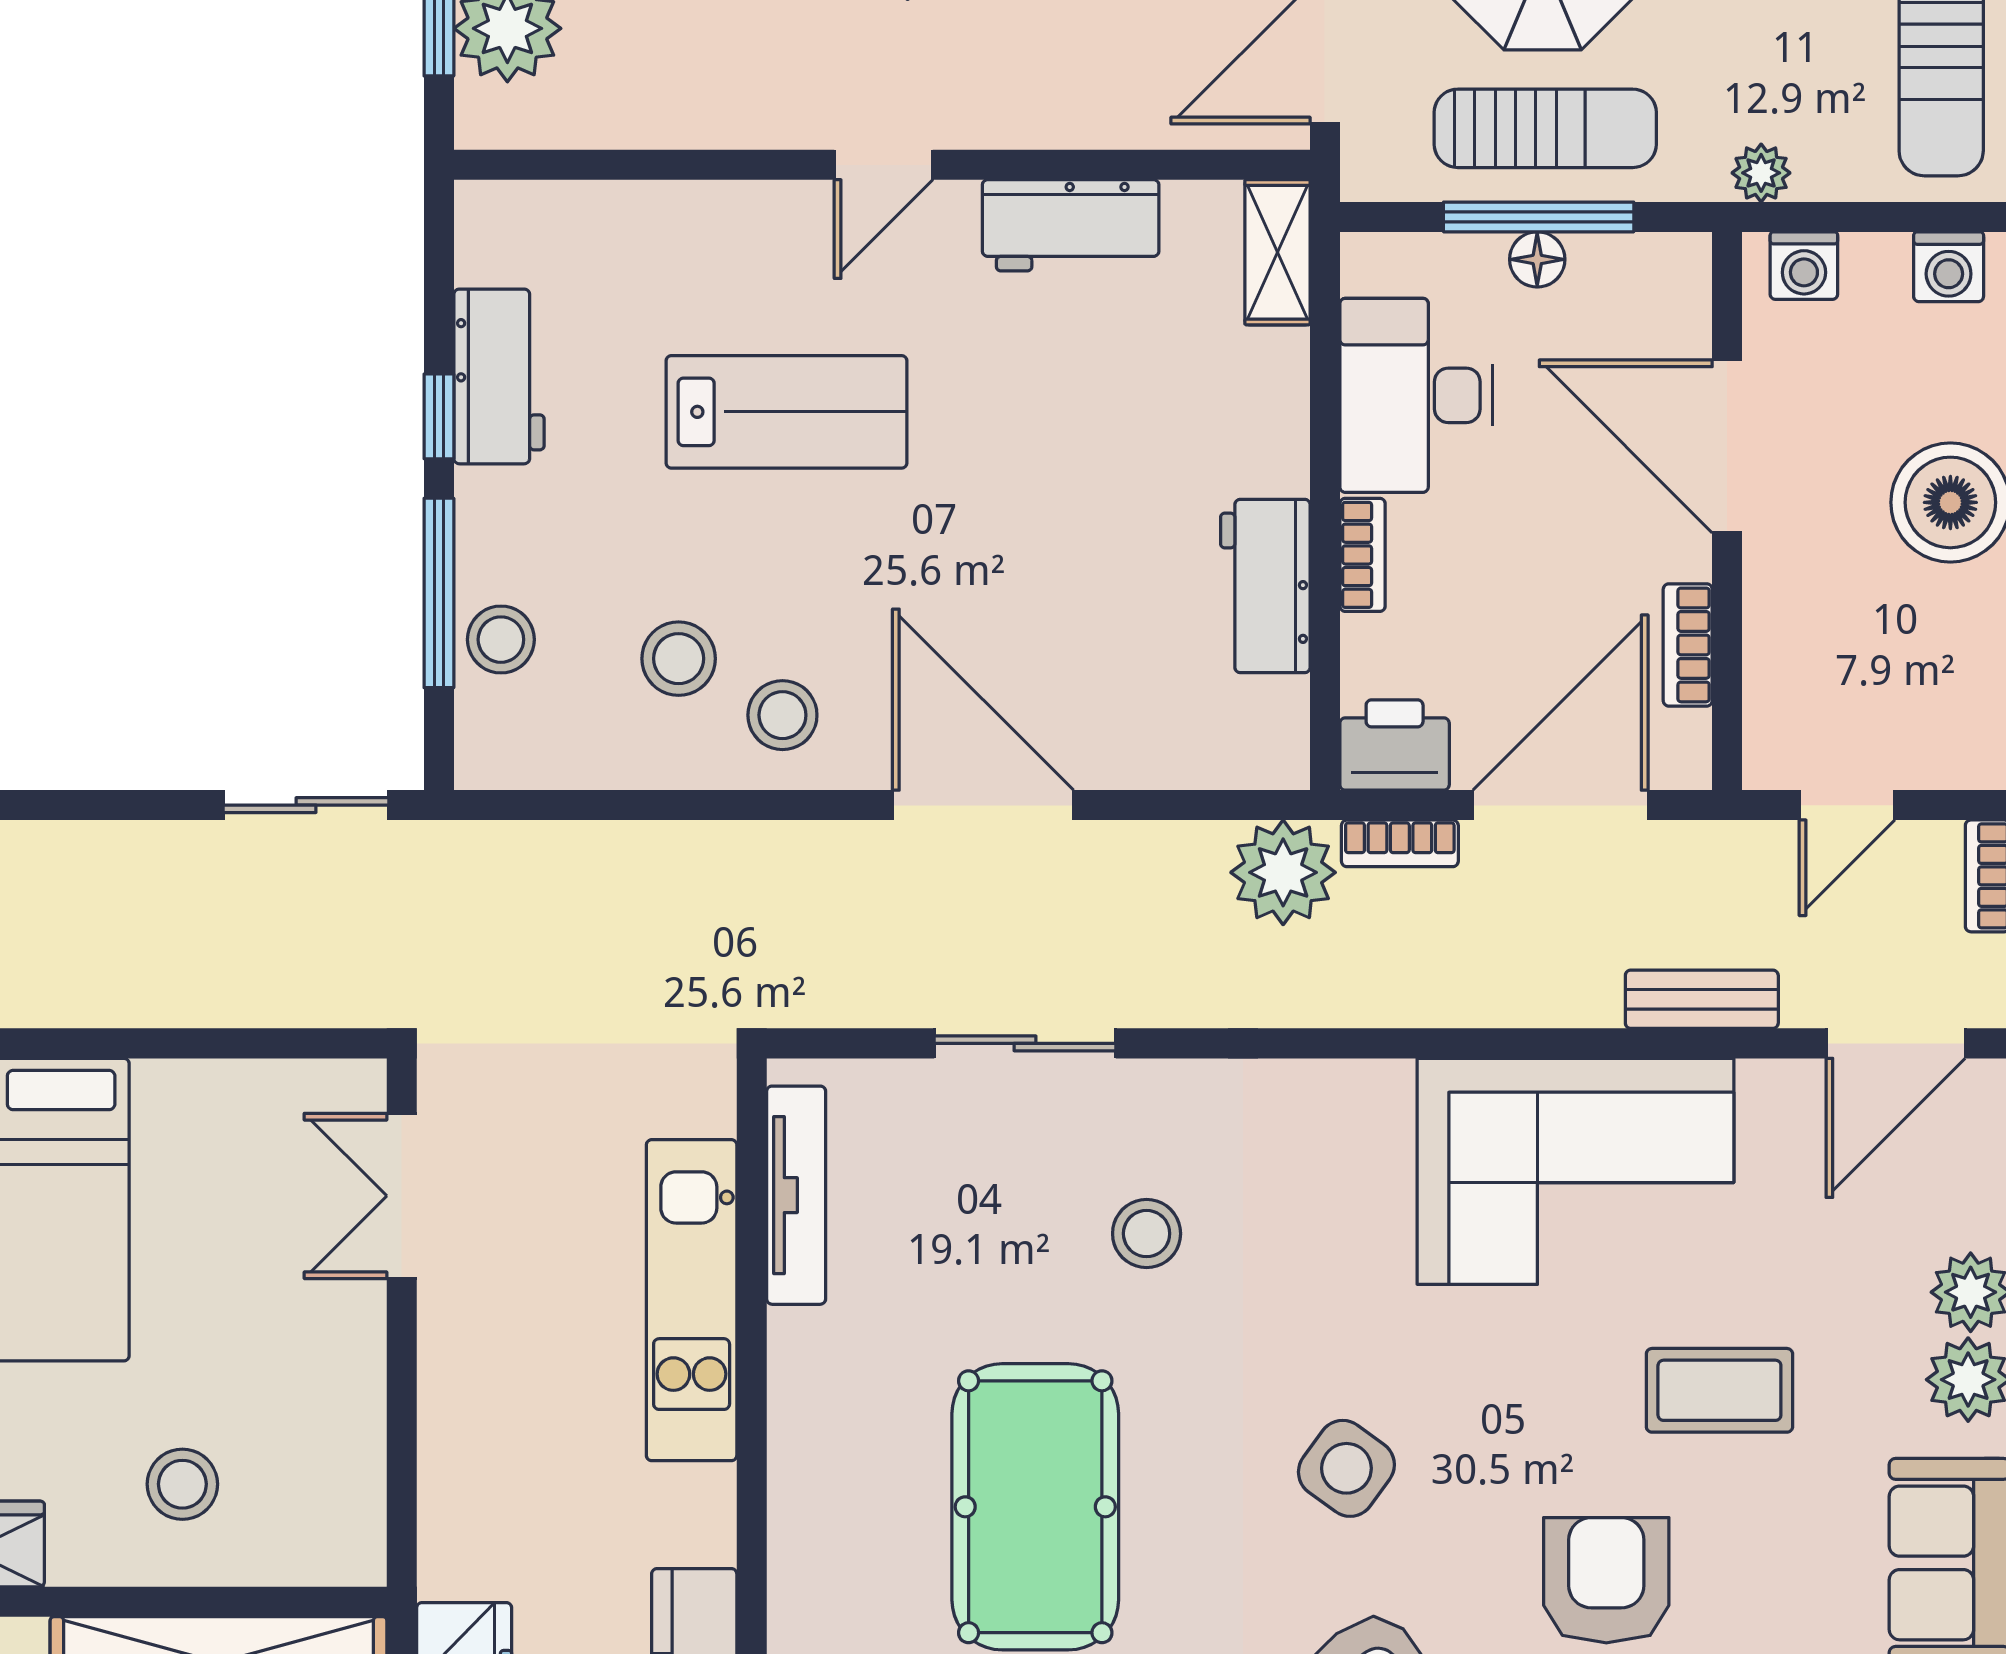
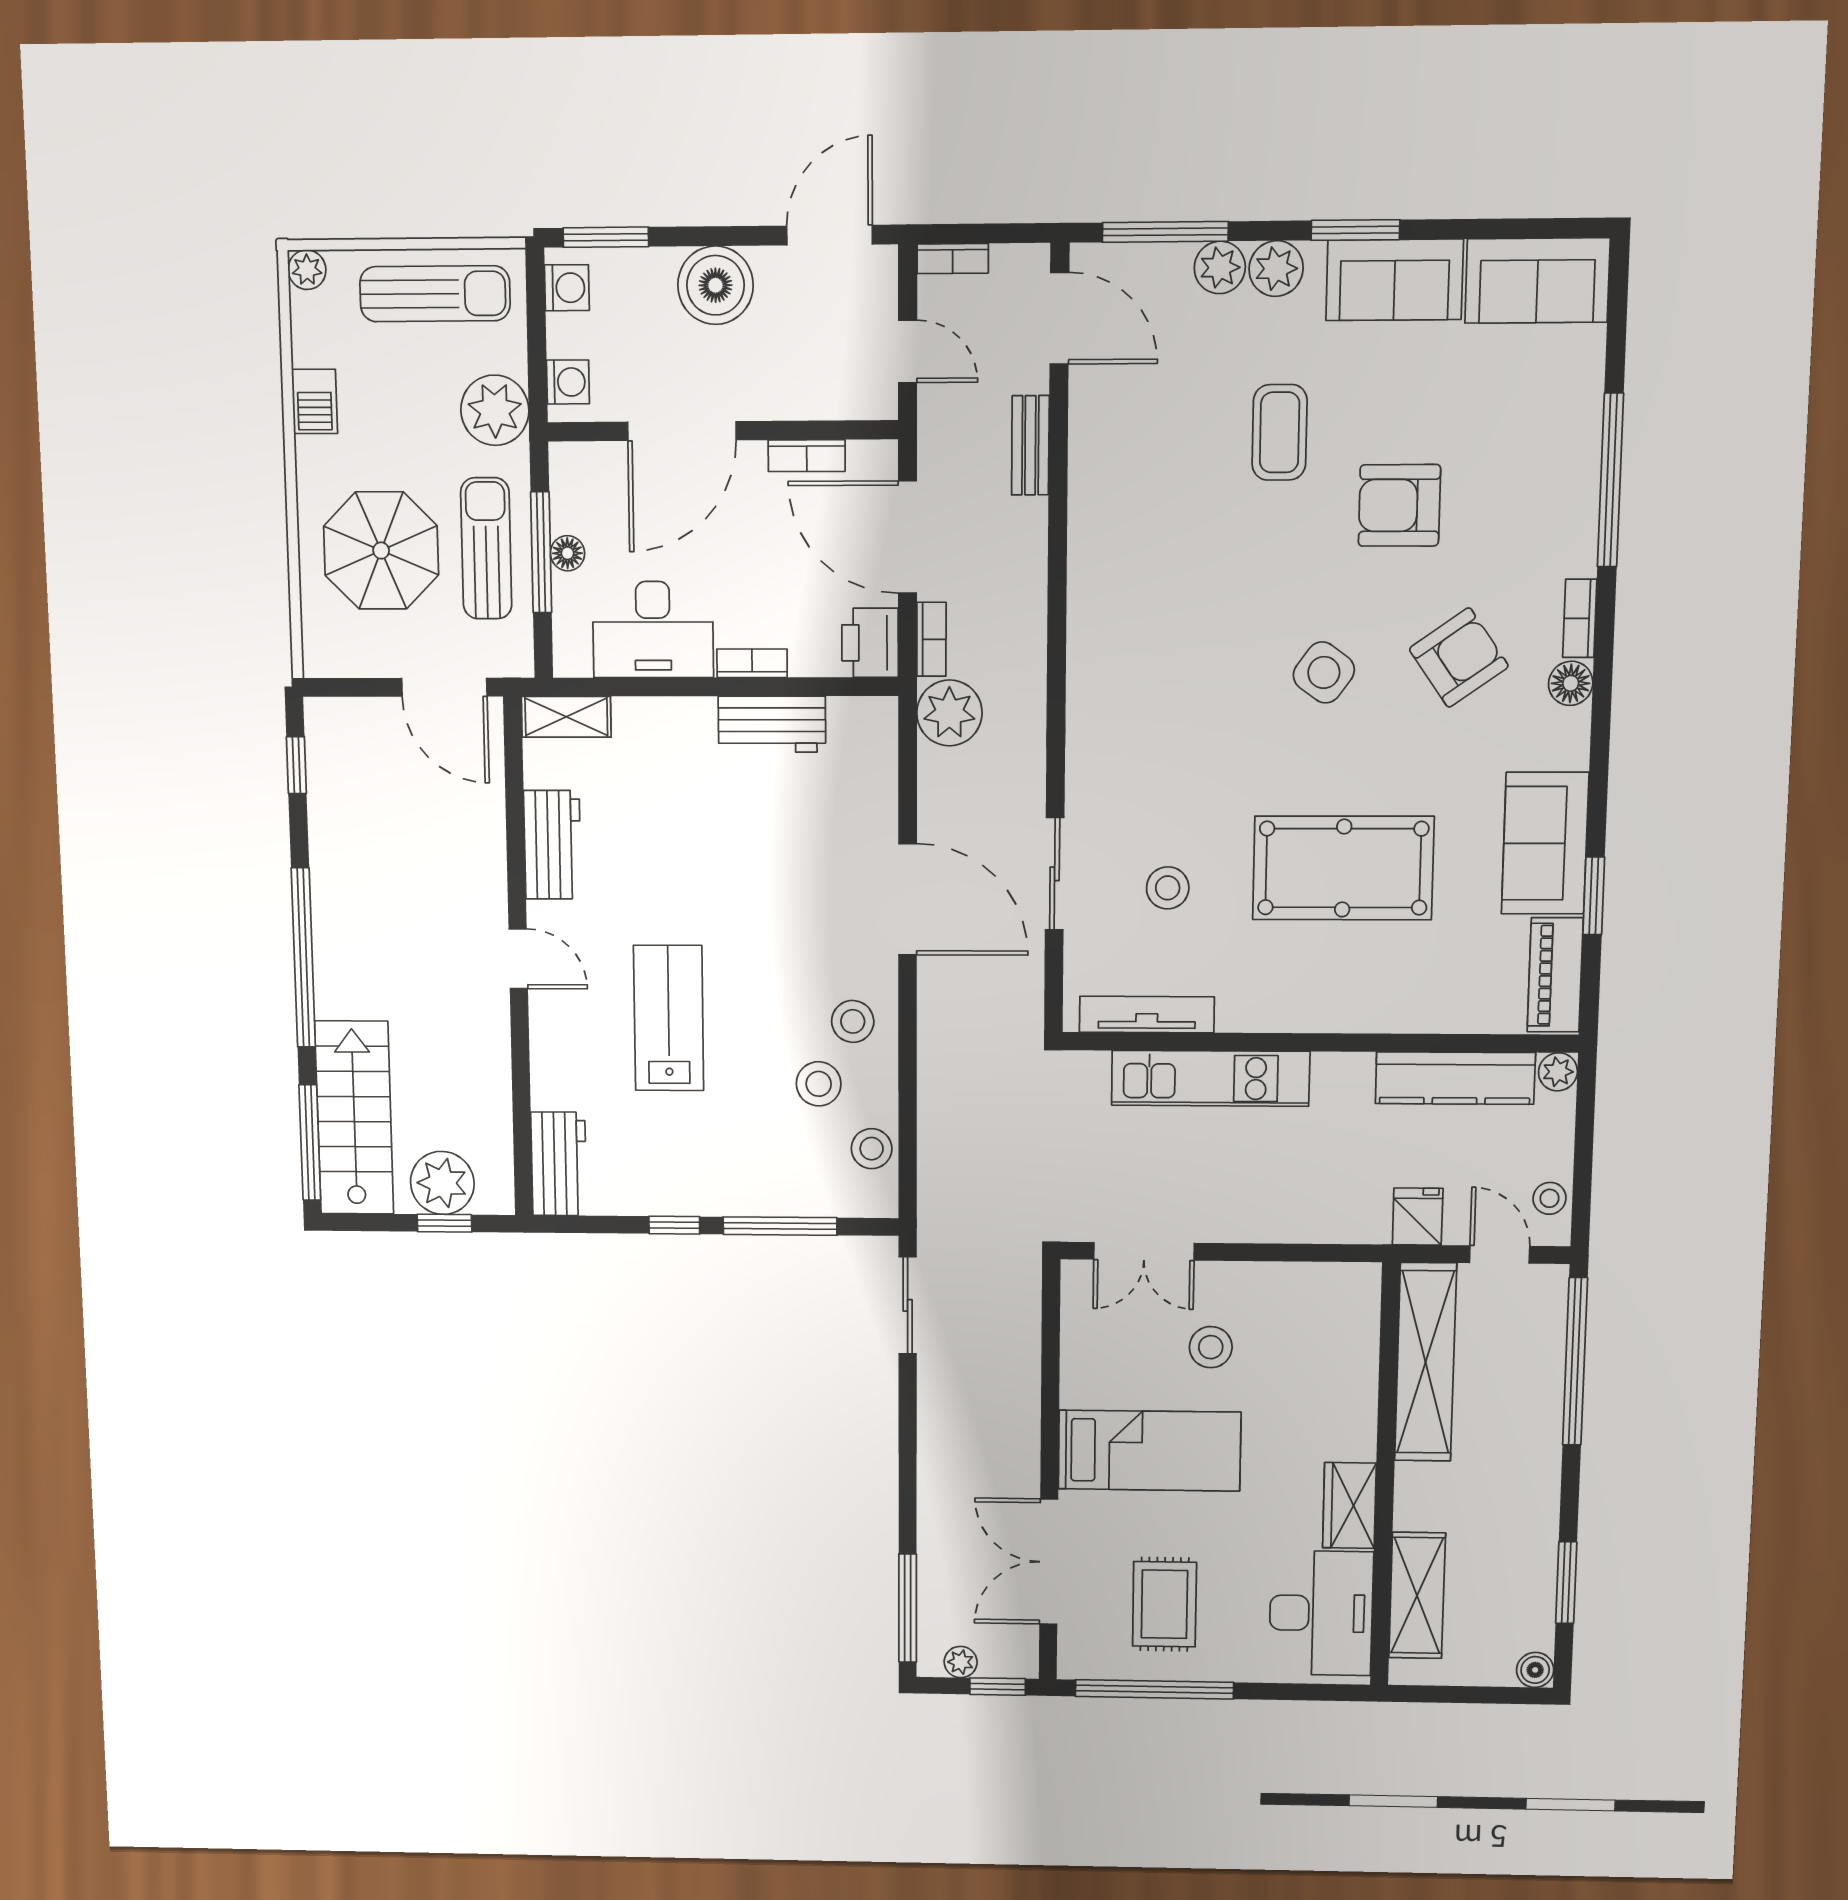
plant: (1761, 173) -> (495, 410), width x1.88, depth x1.88
workbench: (499, 376) -> (559, 1164), moved, turned 90
stool: (501, 640) -> (872, 1149), moved
door: (983, 805) -> (908, 899), swing flipped
corner sofa: (1575, 1171) -> (1139, 526), removed
stool: (1147, 1234) -> (1168, 888), moved
stool: (182, 1484) -> (1211, 1347), moved

